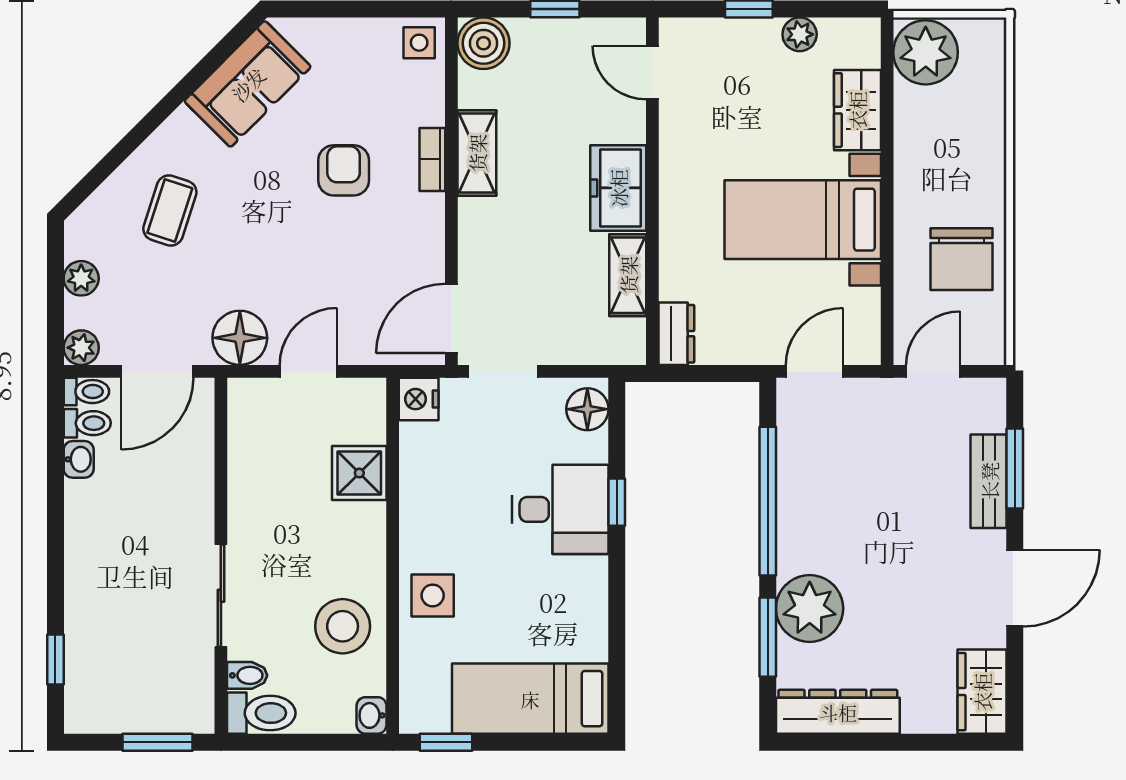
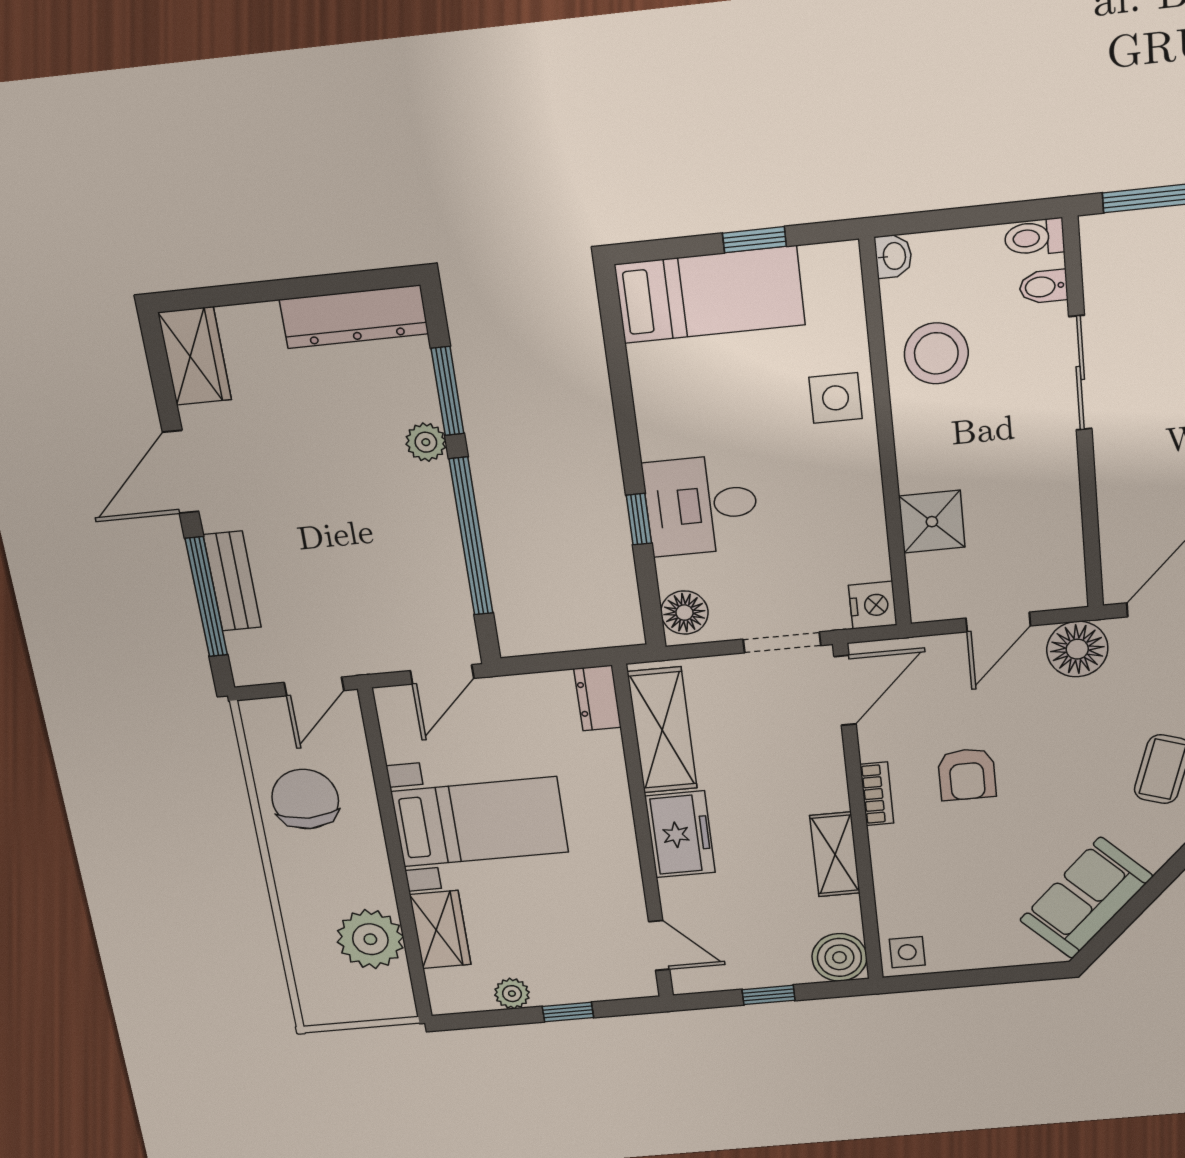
plant: (926, 52) -> (370, 939), moved
bookcase: (432, 159) -> (877, 794), moved
armchair: (344, 170) -> (967, 774), moved
shelving: (628, 275) -> (662, 730), width x1.50, depth x1.33
window: (1015, 468) -> (206, 597), width x1.44
plant: (810, 608) -> (426, 442), width x0.53, depth x0.53
toilet: (261, 713) -> (1034, 238), width x0.73, depth x0.72
window: (446, 742) -> (754, 240), moved

